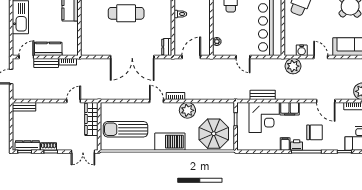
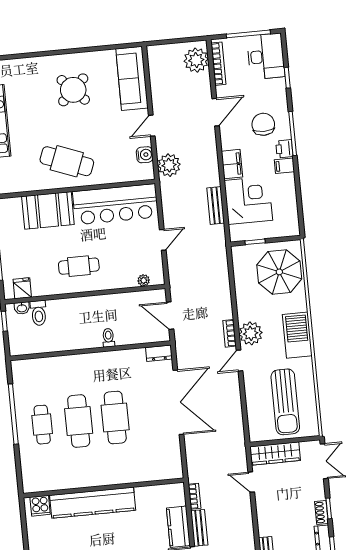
plant: (187, 110) -> (251, 333), moved

